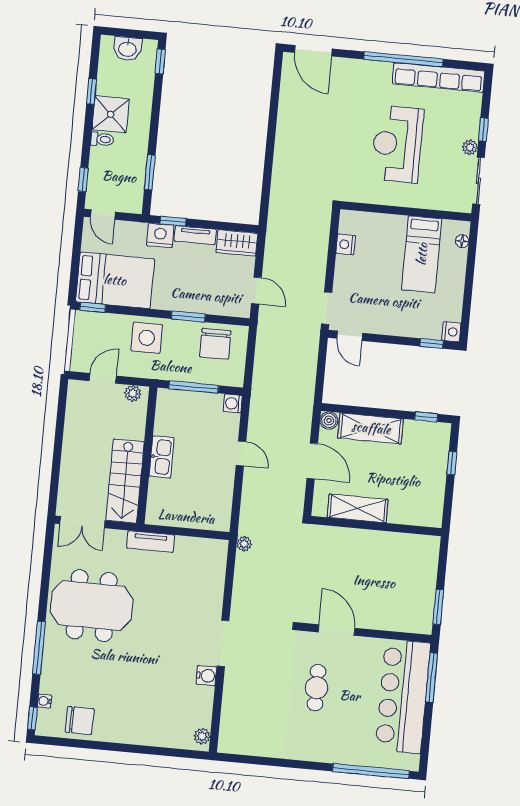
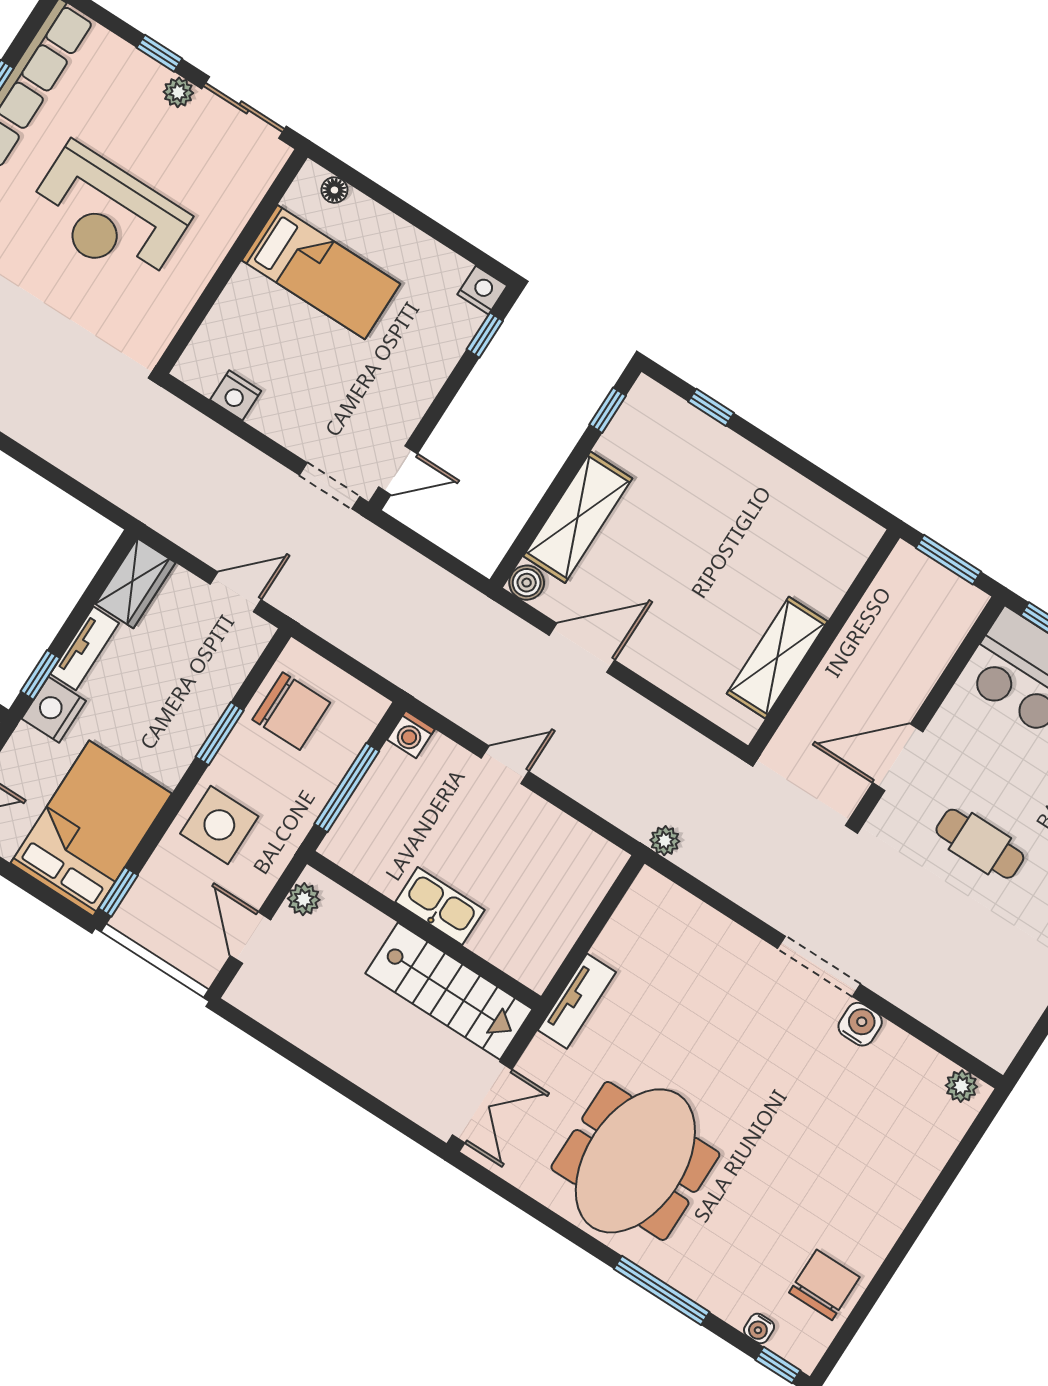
shelving: (358, 508) -> (777, 658), moved
wall: (376, 526) -> (824, 642), moved

